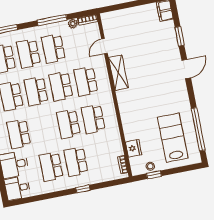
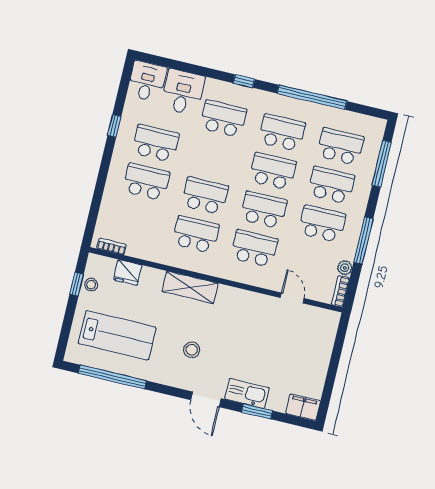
kitchen sink: (172, 47) -> (247, 393), added
shelving: (118, 73) -> (190, 287), moved
stool: (161, 91) -> (192, 350), added
window: (83, 189) -> (114, 126), moved

